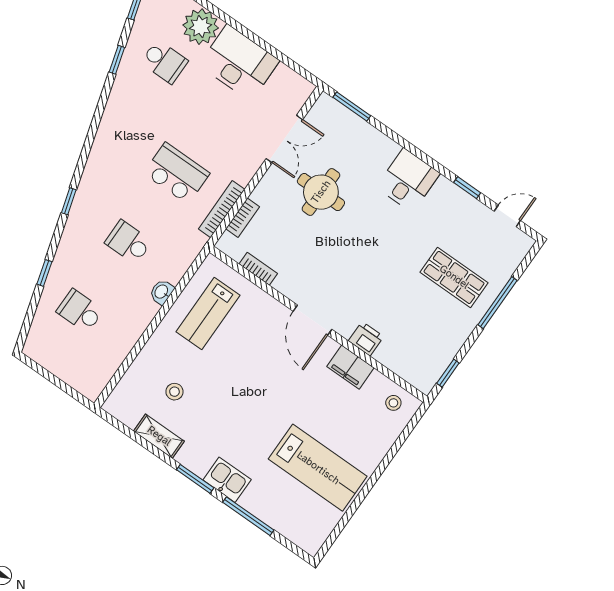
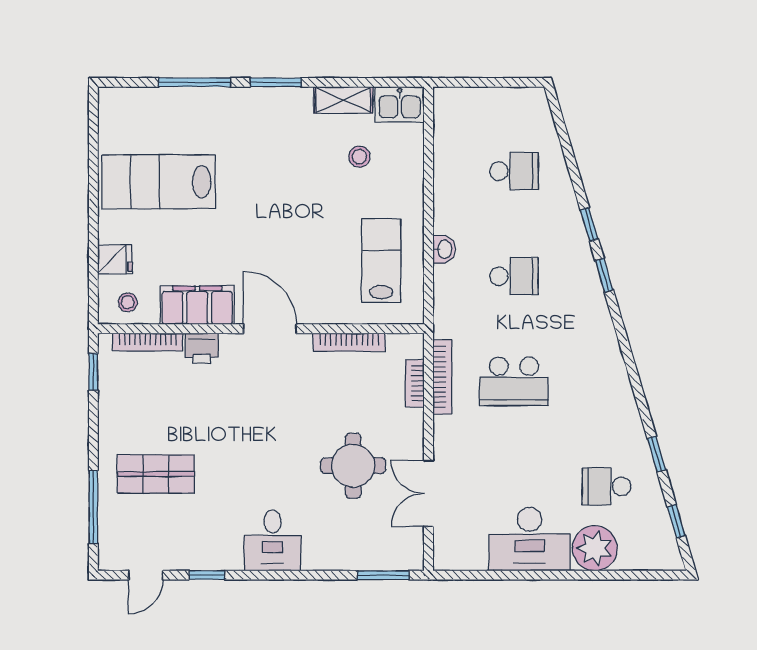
bookcase: (258, 269) -> (349, 342), width x1.56
window: (44, 273) -> (589, 225), moved
window: (497, 303) -> (93, 507), moved
filing cabinet: (350, 367) -> (197, 305), width x1.50, depth x1.17
bookcase: (399, 368) -> (148, 342), added
fridge: (382, 437) -> (115, 259), added
kitchen sink: (227, 480) -> (400, 104), moved

